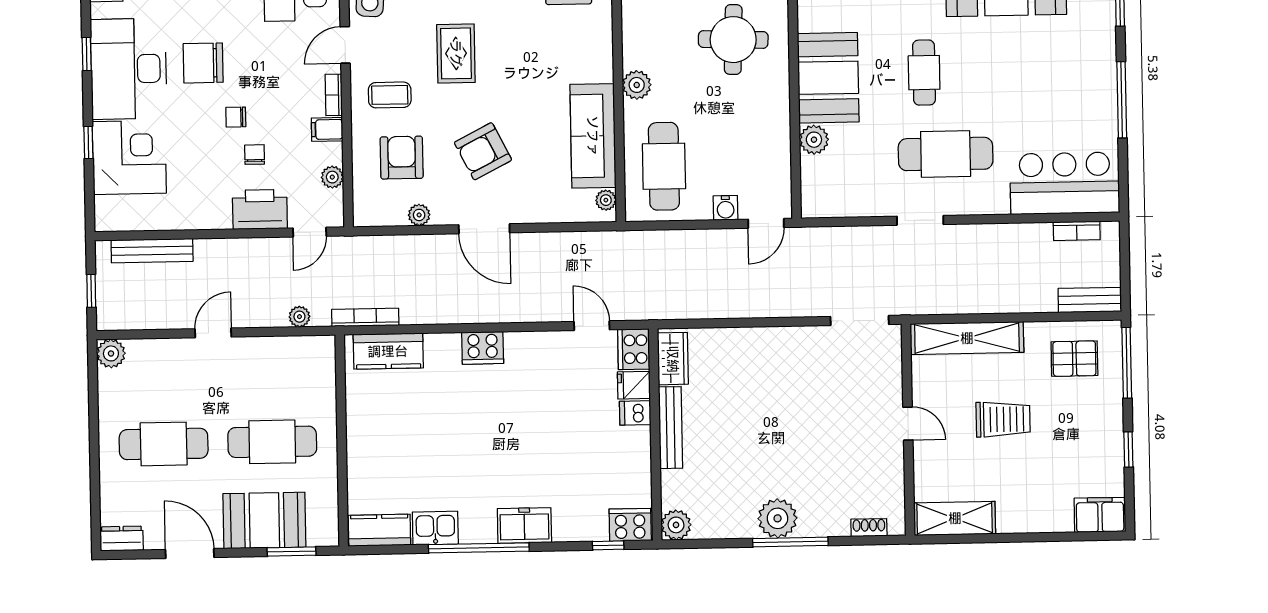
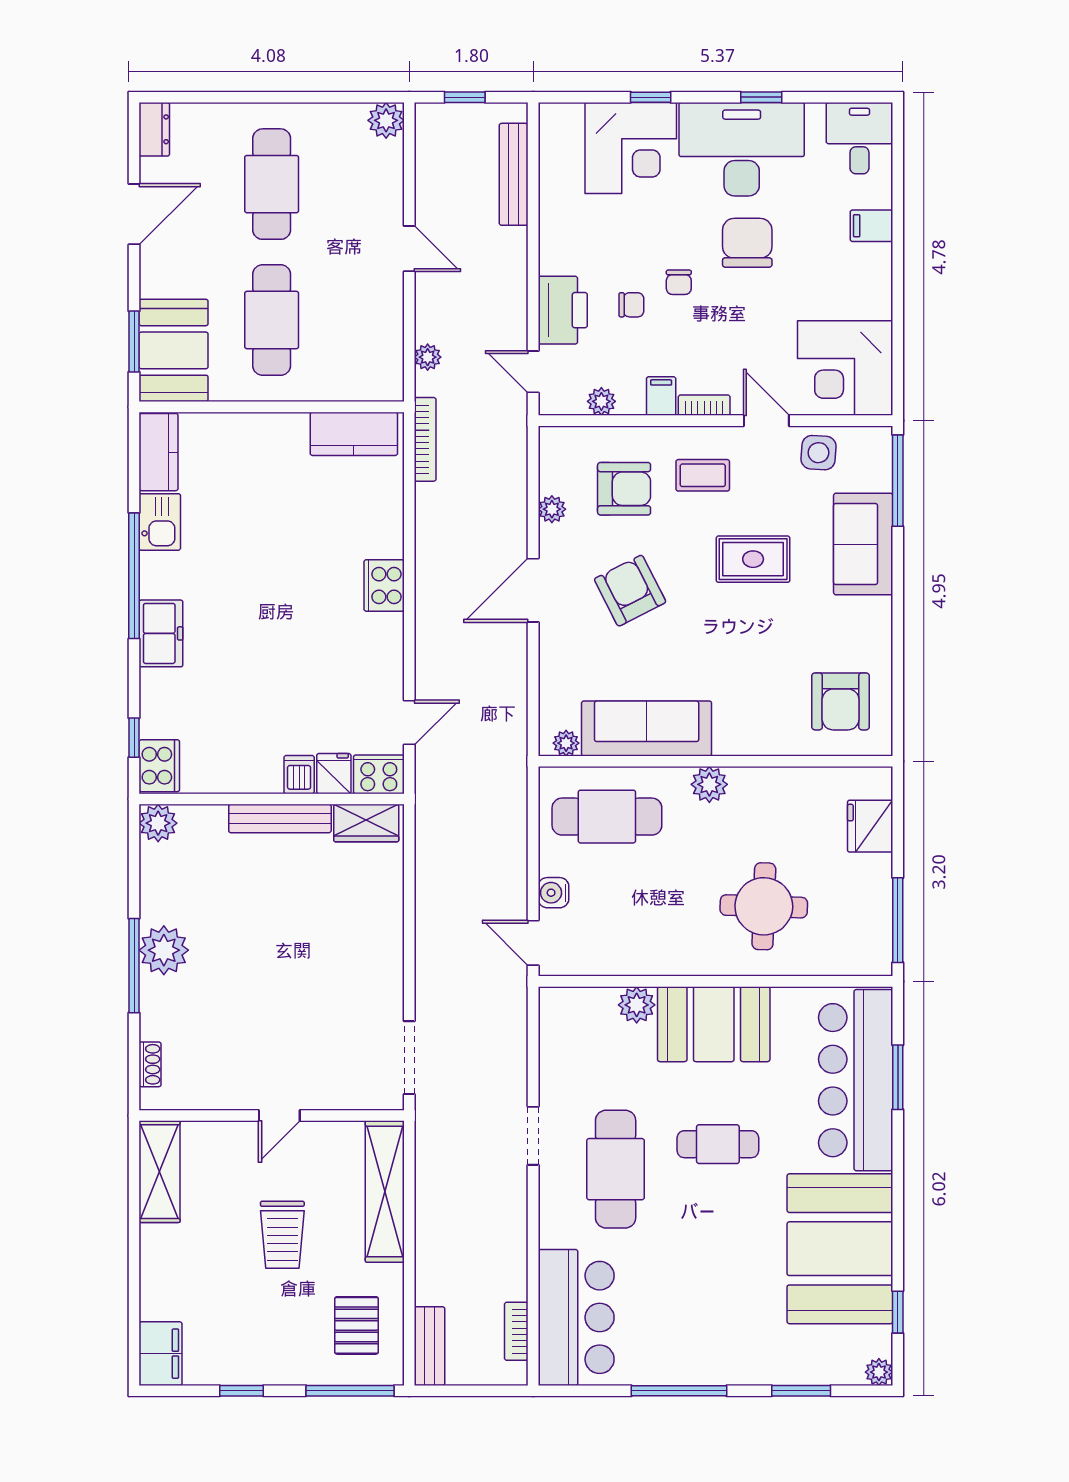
coffee table: (390, 95) -> (703, 475), turned 90
chair: (236, 117) -> (679, 282), turned 180
kitchen counter: (388, 351) -> (354, 434), moved, turned -90
booth: (264, 520) -> (174, 350), moved

